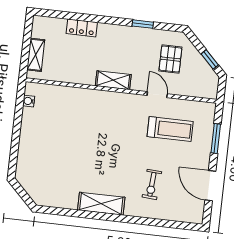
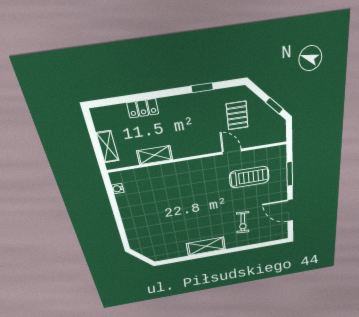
shelving: (113, 80) -> (155, 155), moved

